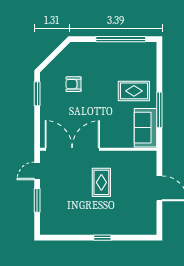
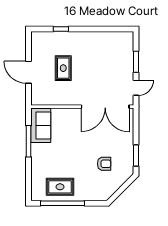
rug: (134, 91) -> (60, 187), moved
rug: (101, 182) -> (63, 68), moved
window: (102, 238) -> (61, 29), moved

